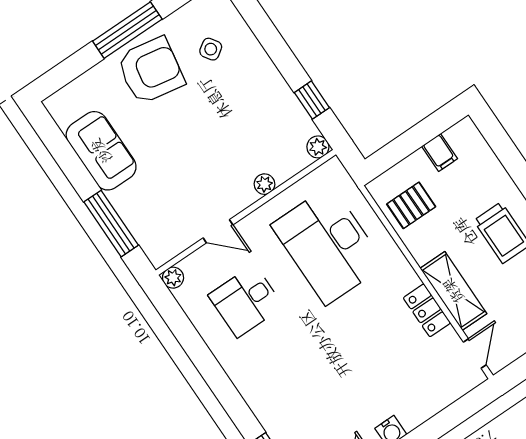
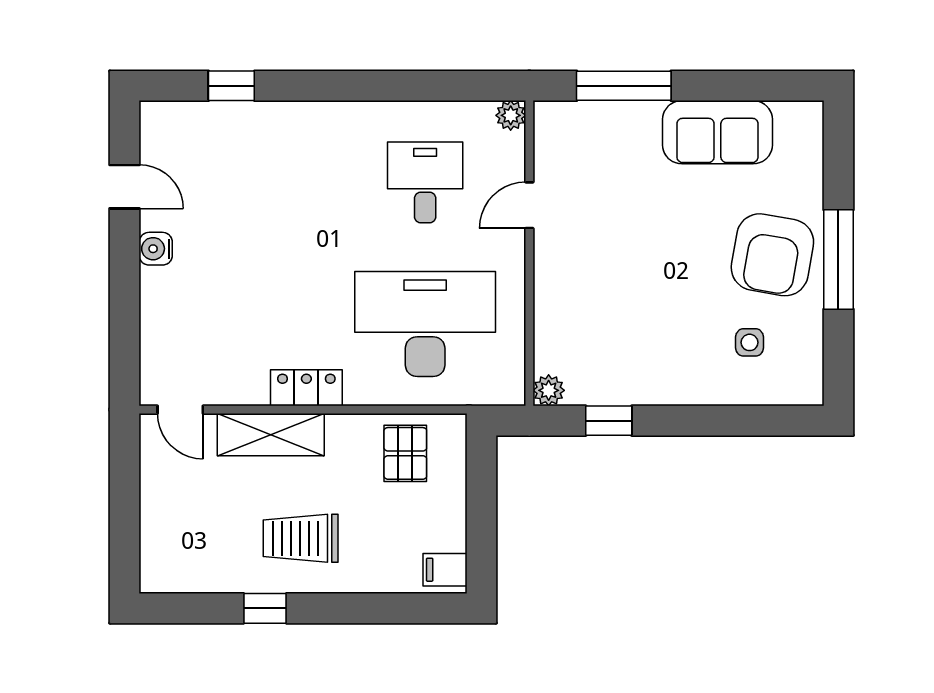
side table: (211, 49) -> (750, 342), turned 34
filing cabinet: (440, 152) -> (445, 570), moved
plant: (264, 184) -> (548, 298), removed
locker: (427, 310) -> (306, 388), moved

